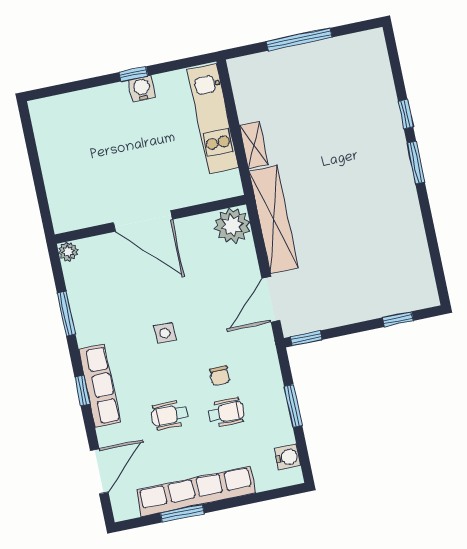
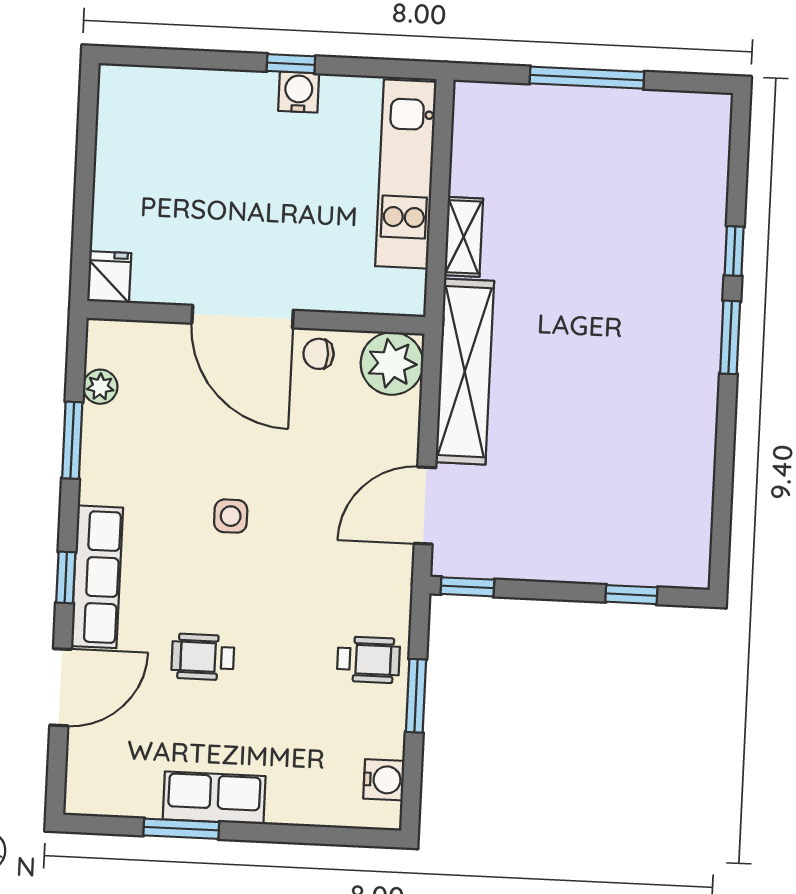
fridge: (63, 218) -> (109, 277), added
plant: (68, 251) -> (100, 387), moved
chair: (220, 376) -> (319, 354), moved, turned 90
wheelchair: (226, 412) -> (368, 660), moved
door: (99, 471) -> (61, 687), moved
row of seats: (196, 491) -> (214, 798), width x0.50

